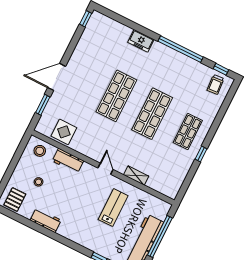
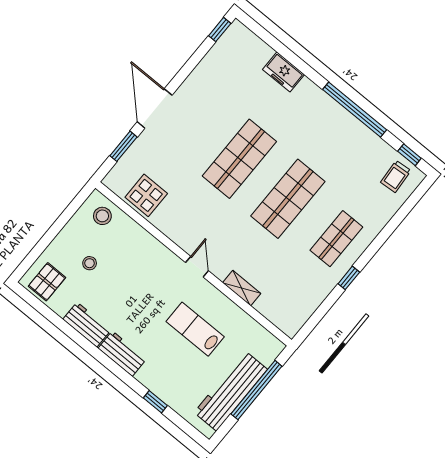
freezer: (141, 41) -> (284, 72), moved
door: (57, 77) -> (155, 108), hinge flipped
workbench: (68, 161) -> (122, 354), moved, turned 180
lab bench: (113, 208) -> (195, 329), turned -90

